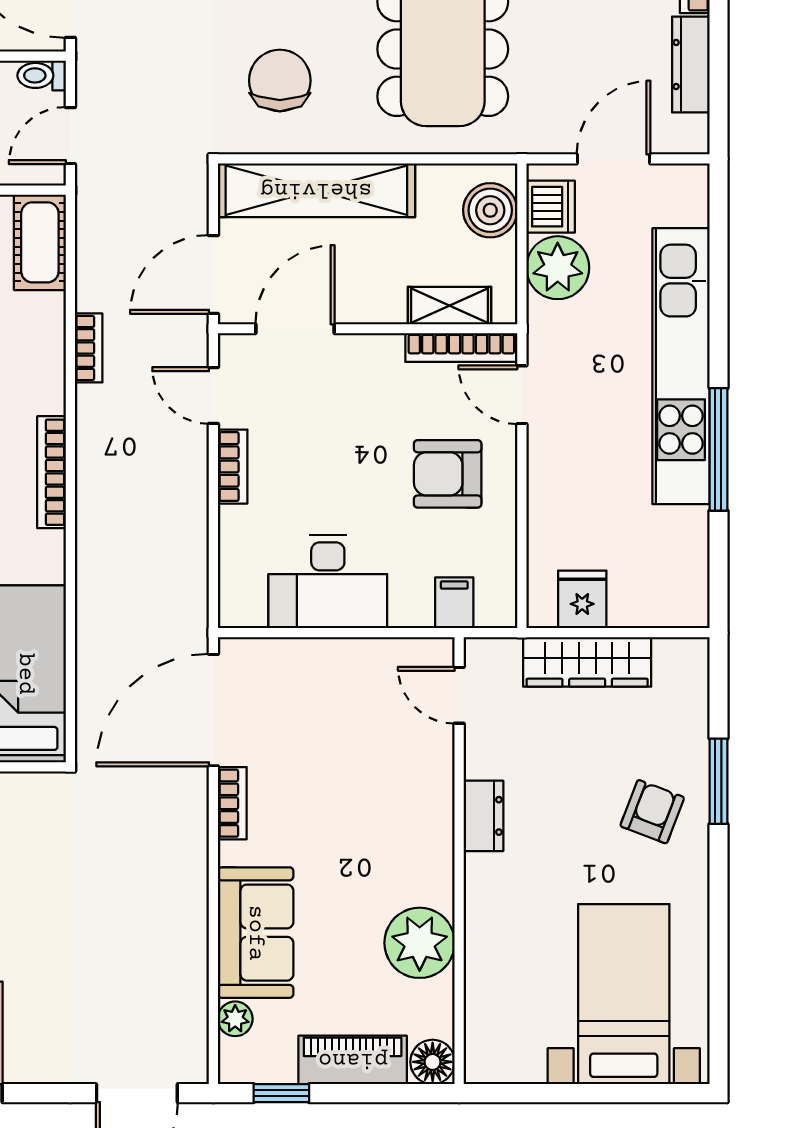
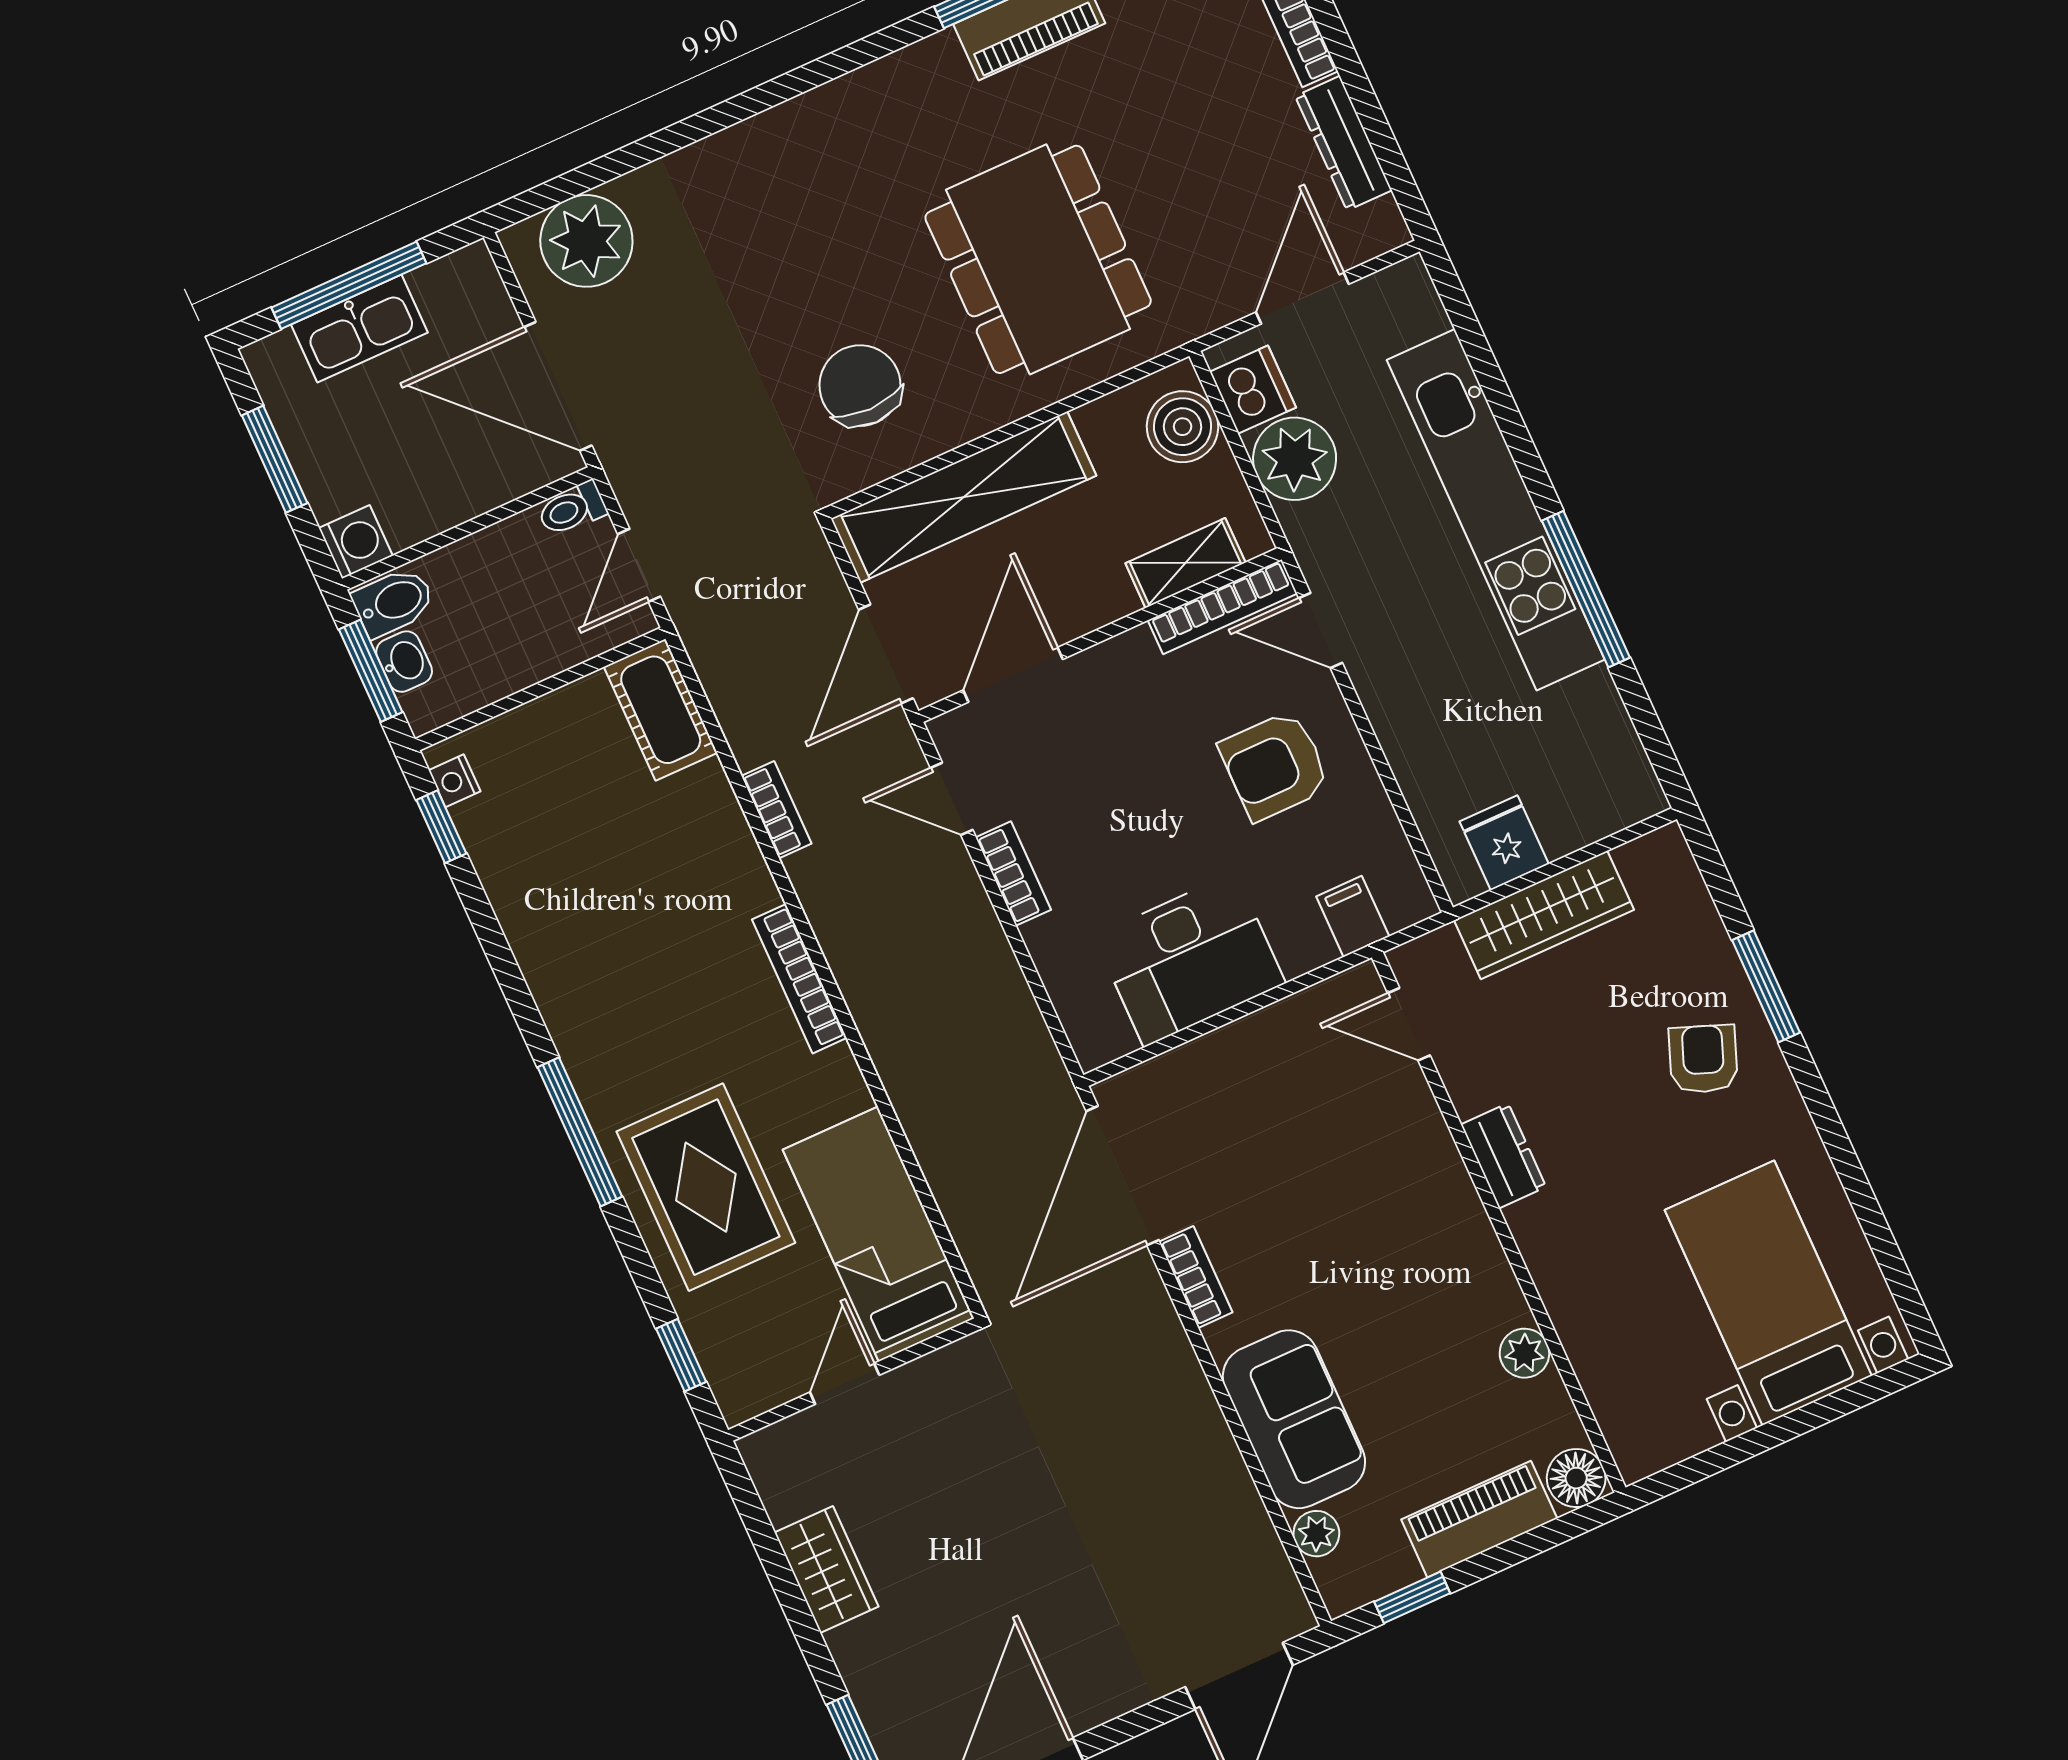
plant: (420, 943) -> (1524, 1353), width x0.53, depth x0.53

